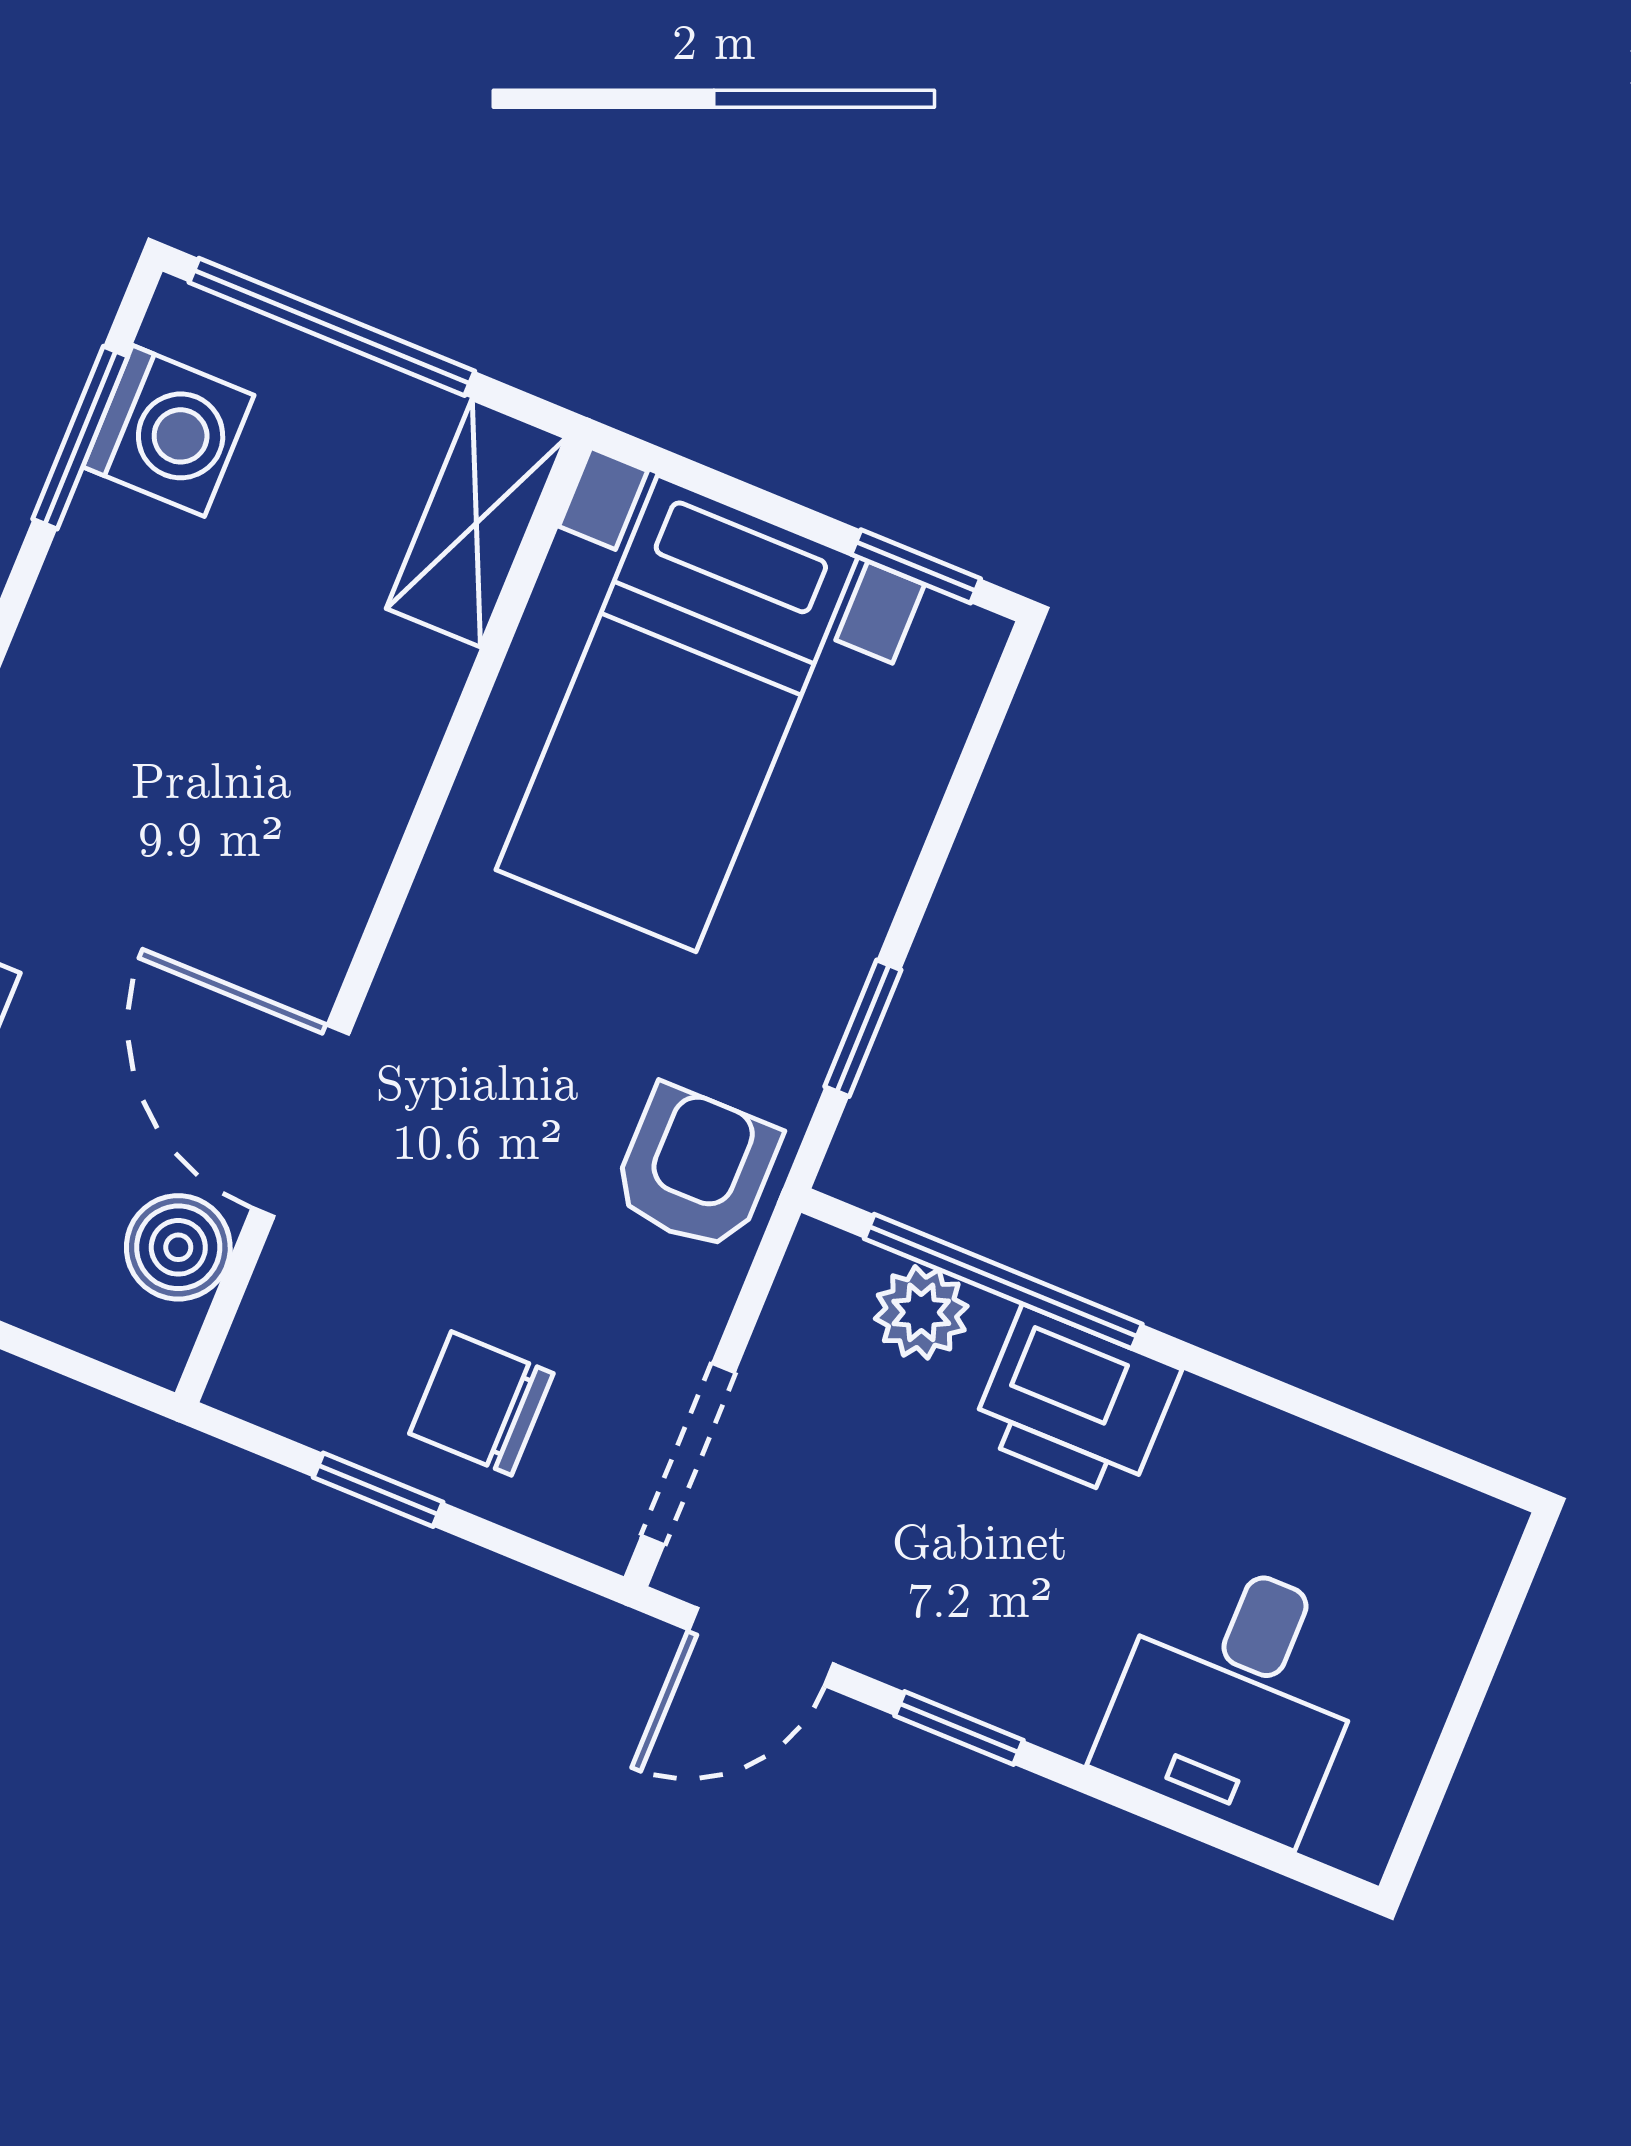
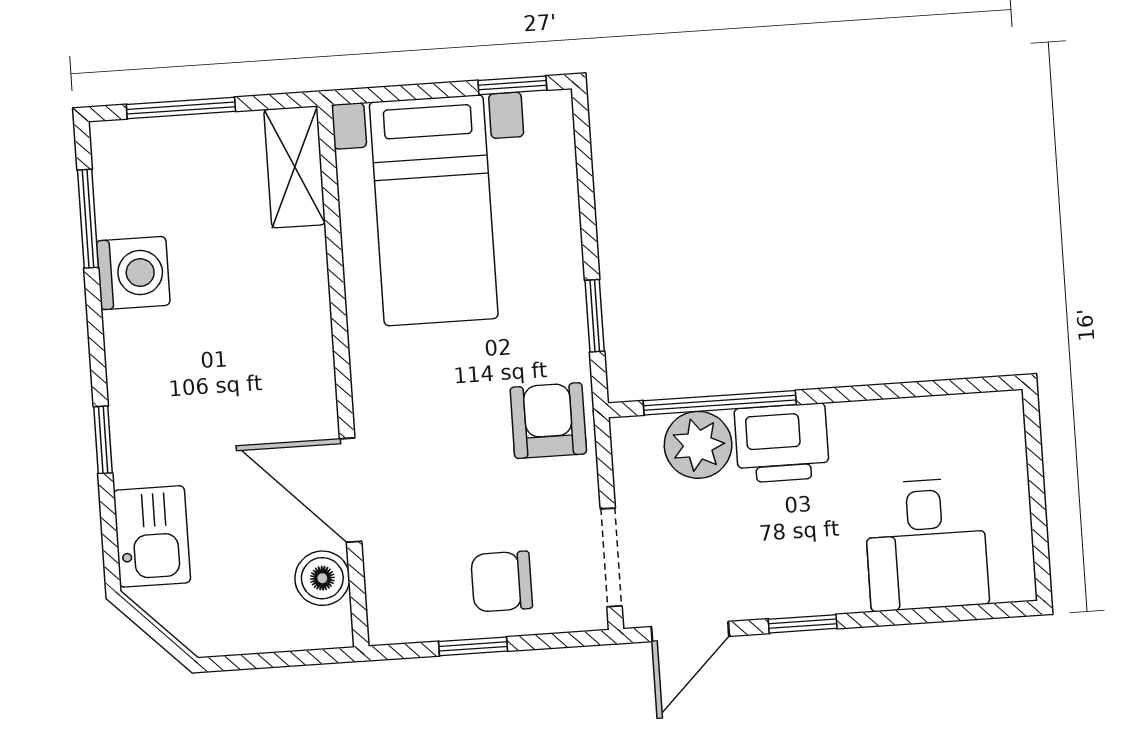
window: (332, 327) -> (181, 108), width x0.69
washing machine: (168, 431) -> (133, 273), moved
plant: (921, 1312) -> (698, 445), width x1.38, depth x1.38

